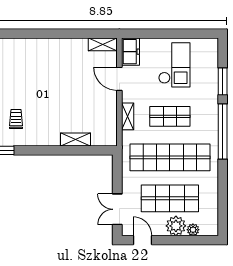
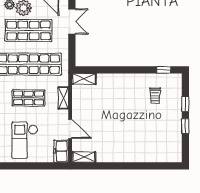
shelving: (76, 139) -> (84, 79), moved

